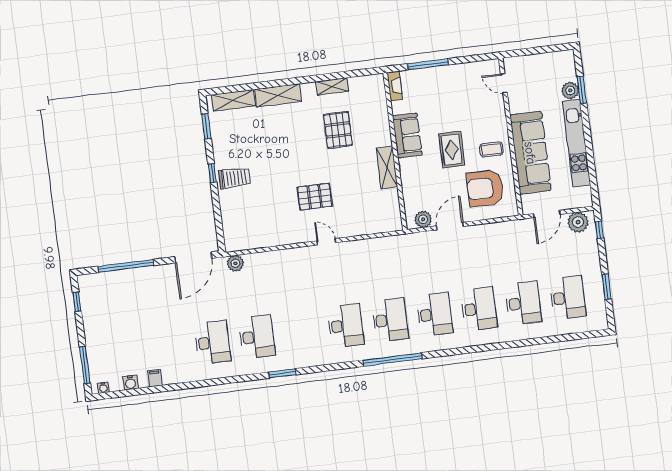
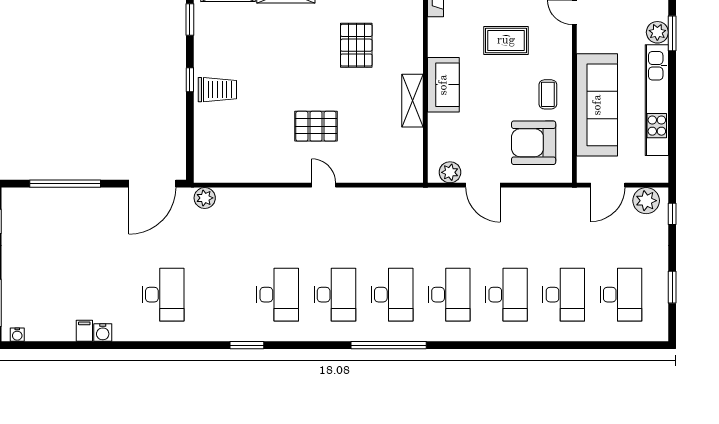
sofa: (407, 135) -> (443, 85), moved
coffee table: (491, 149) -> (548, 94), turned 90
rug: (452, 150) -> (506, 40), moved, turned 90
door: (450, 226) -> (483, 185), swing flipped
desk: (257, 337) -> (278, 295), moved
water cooler: (131, 383) -> (103, 332), moved

